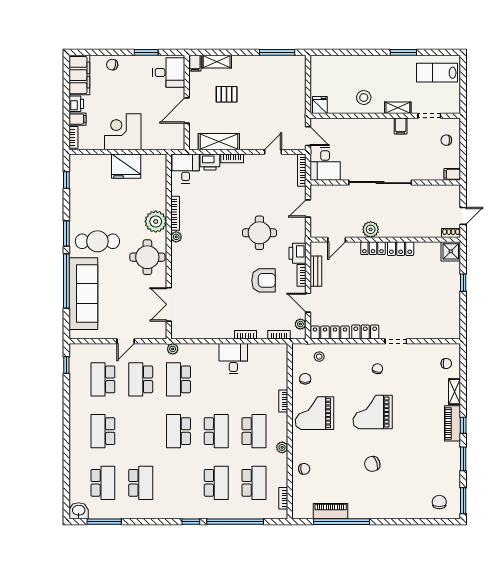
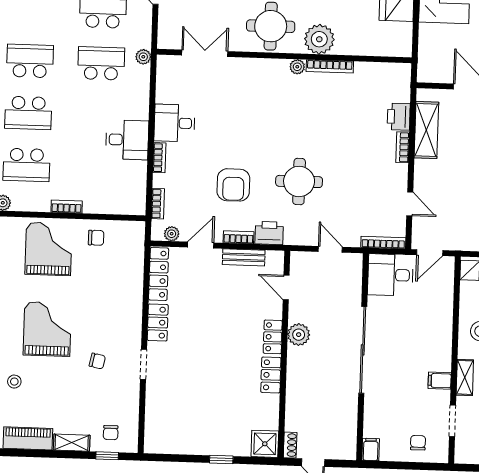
desk: (186, 169) -> (175, 123), moved, turned 180
stool: (319, 357) -> (14, 382), moved
chair: (377, 369) -> (97, 361), moved
window: (463, 425) -> (107, 456), moved

